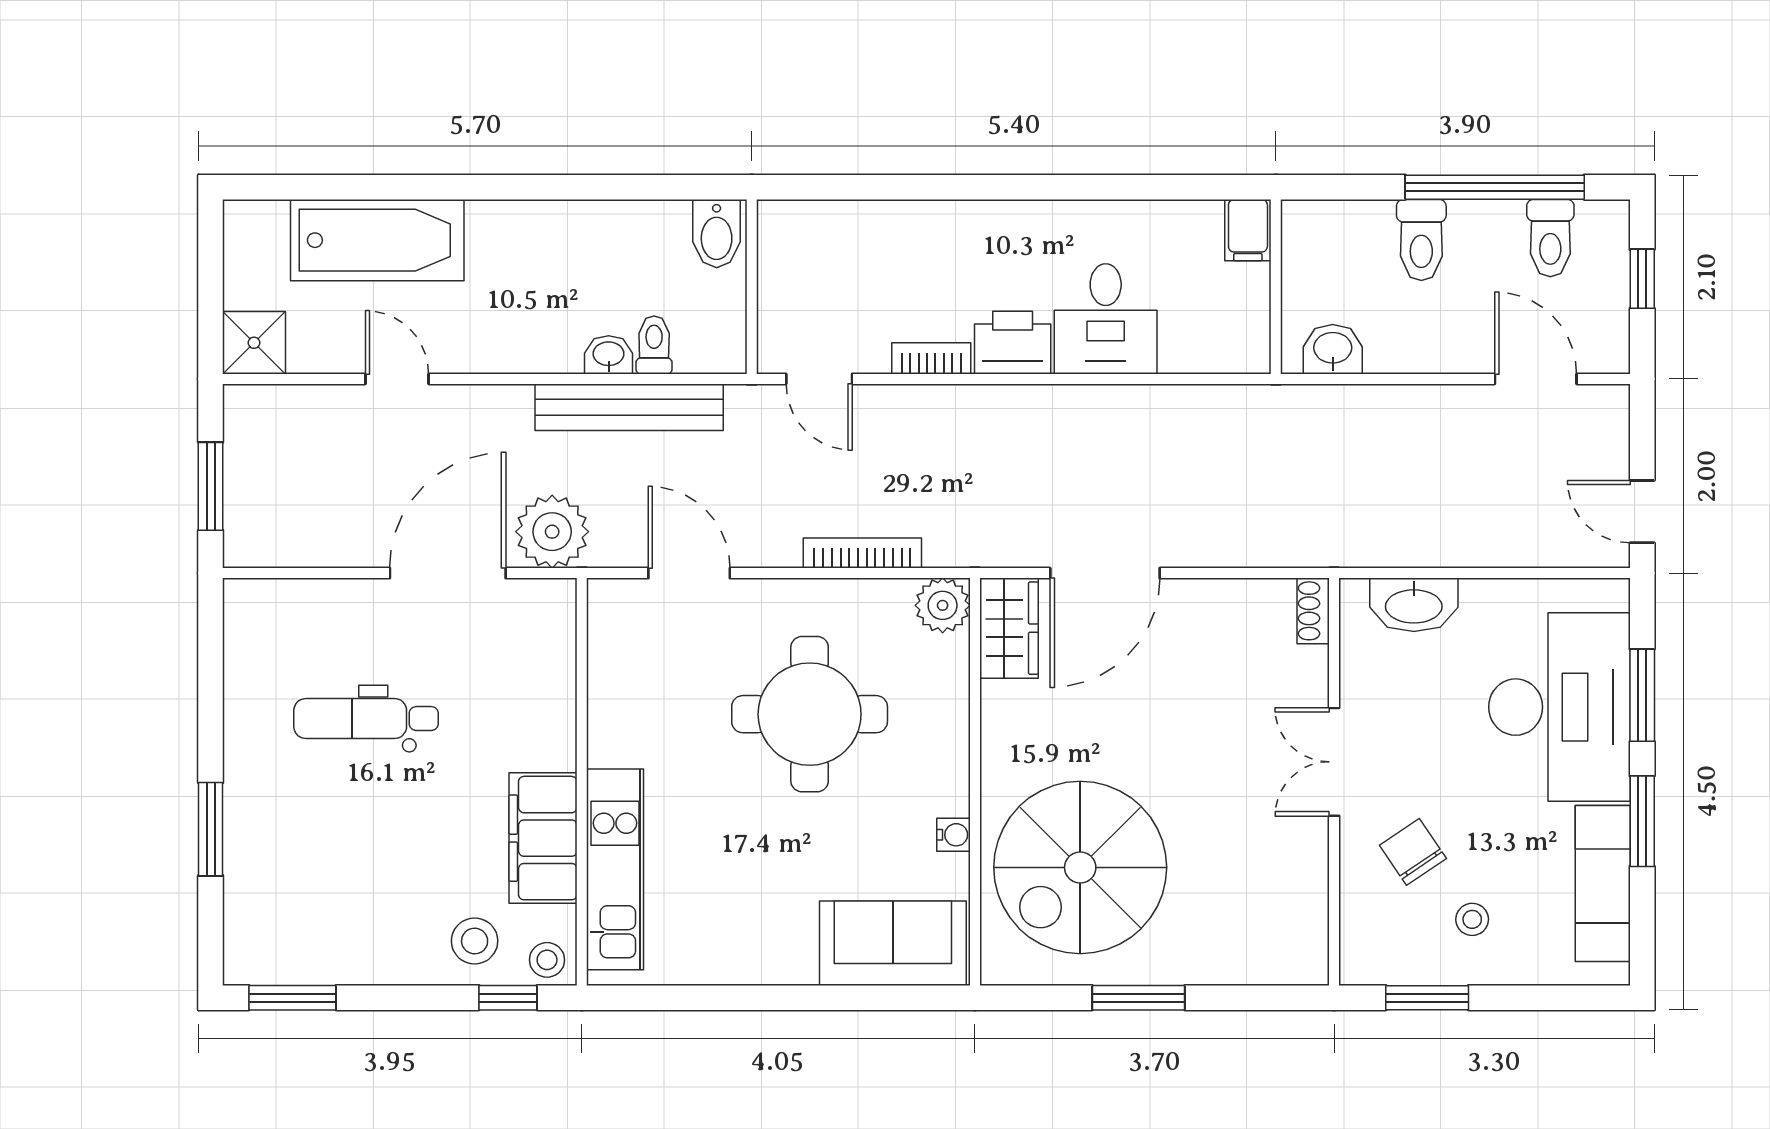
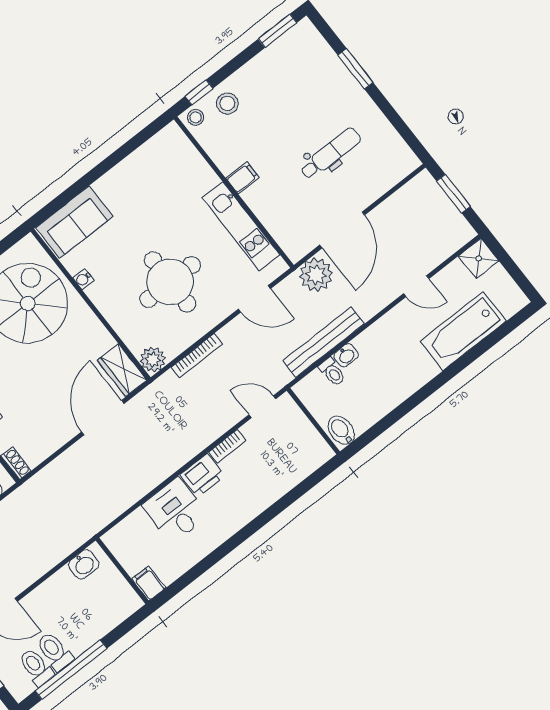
toilet: (1421, 240) -> (55, 651), moved
filing cabinet: (543, 838) -> (242, 178), width x0.33, depth x0.86
kitchen unit: (615, 869) -> (241, 226), moved

